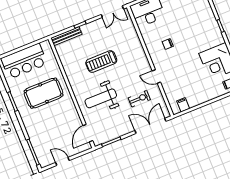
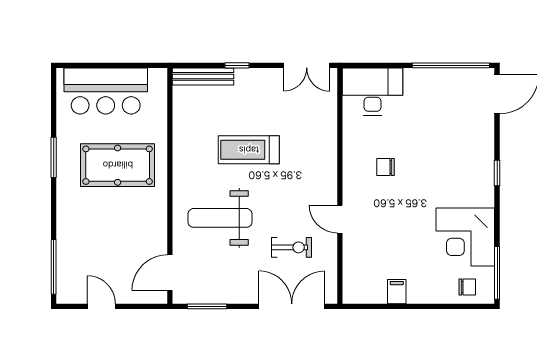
filing cabinet: (183, 105) -> (397, 292), moved

